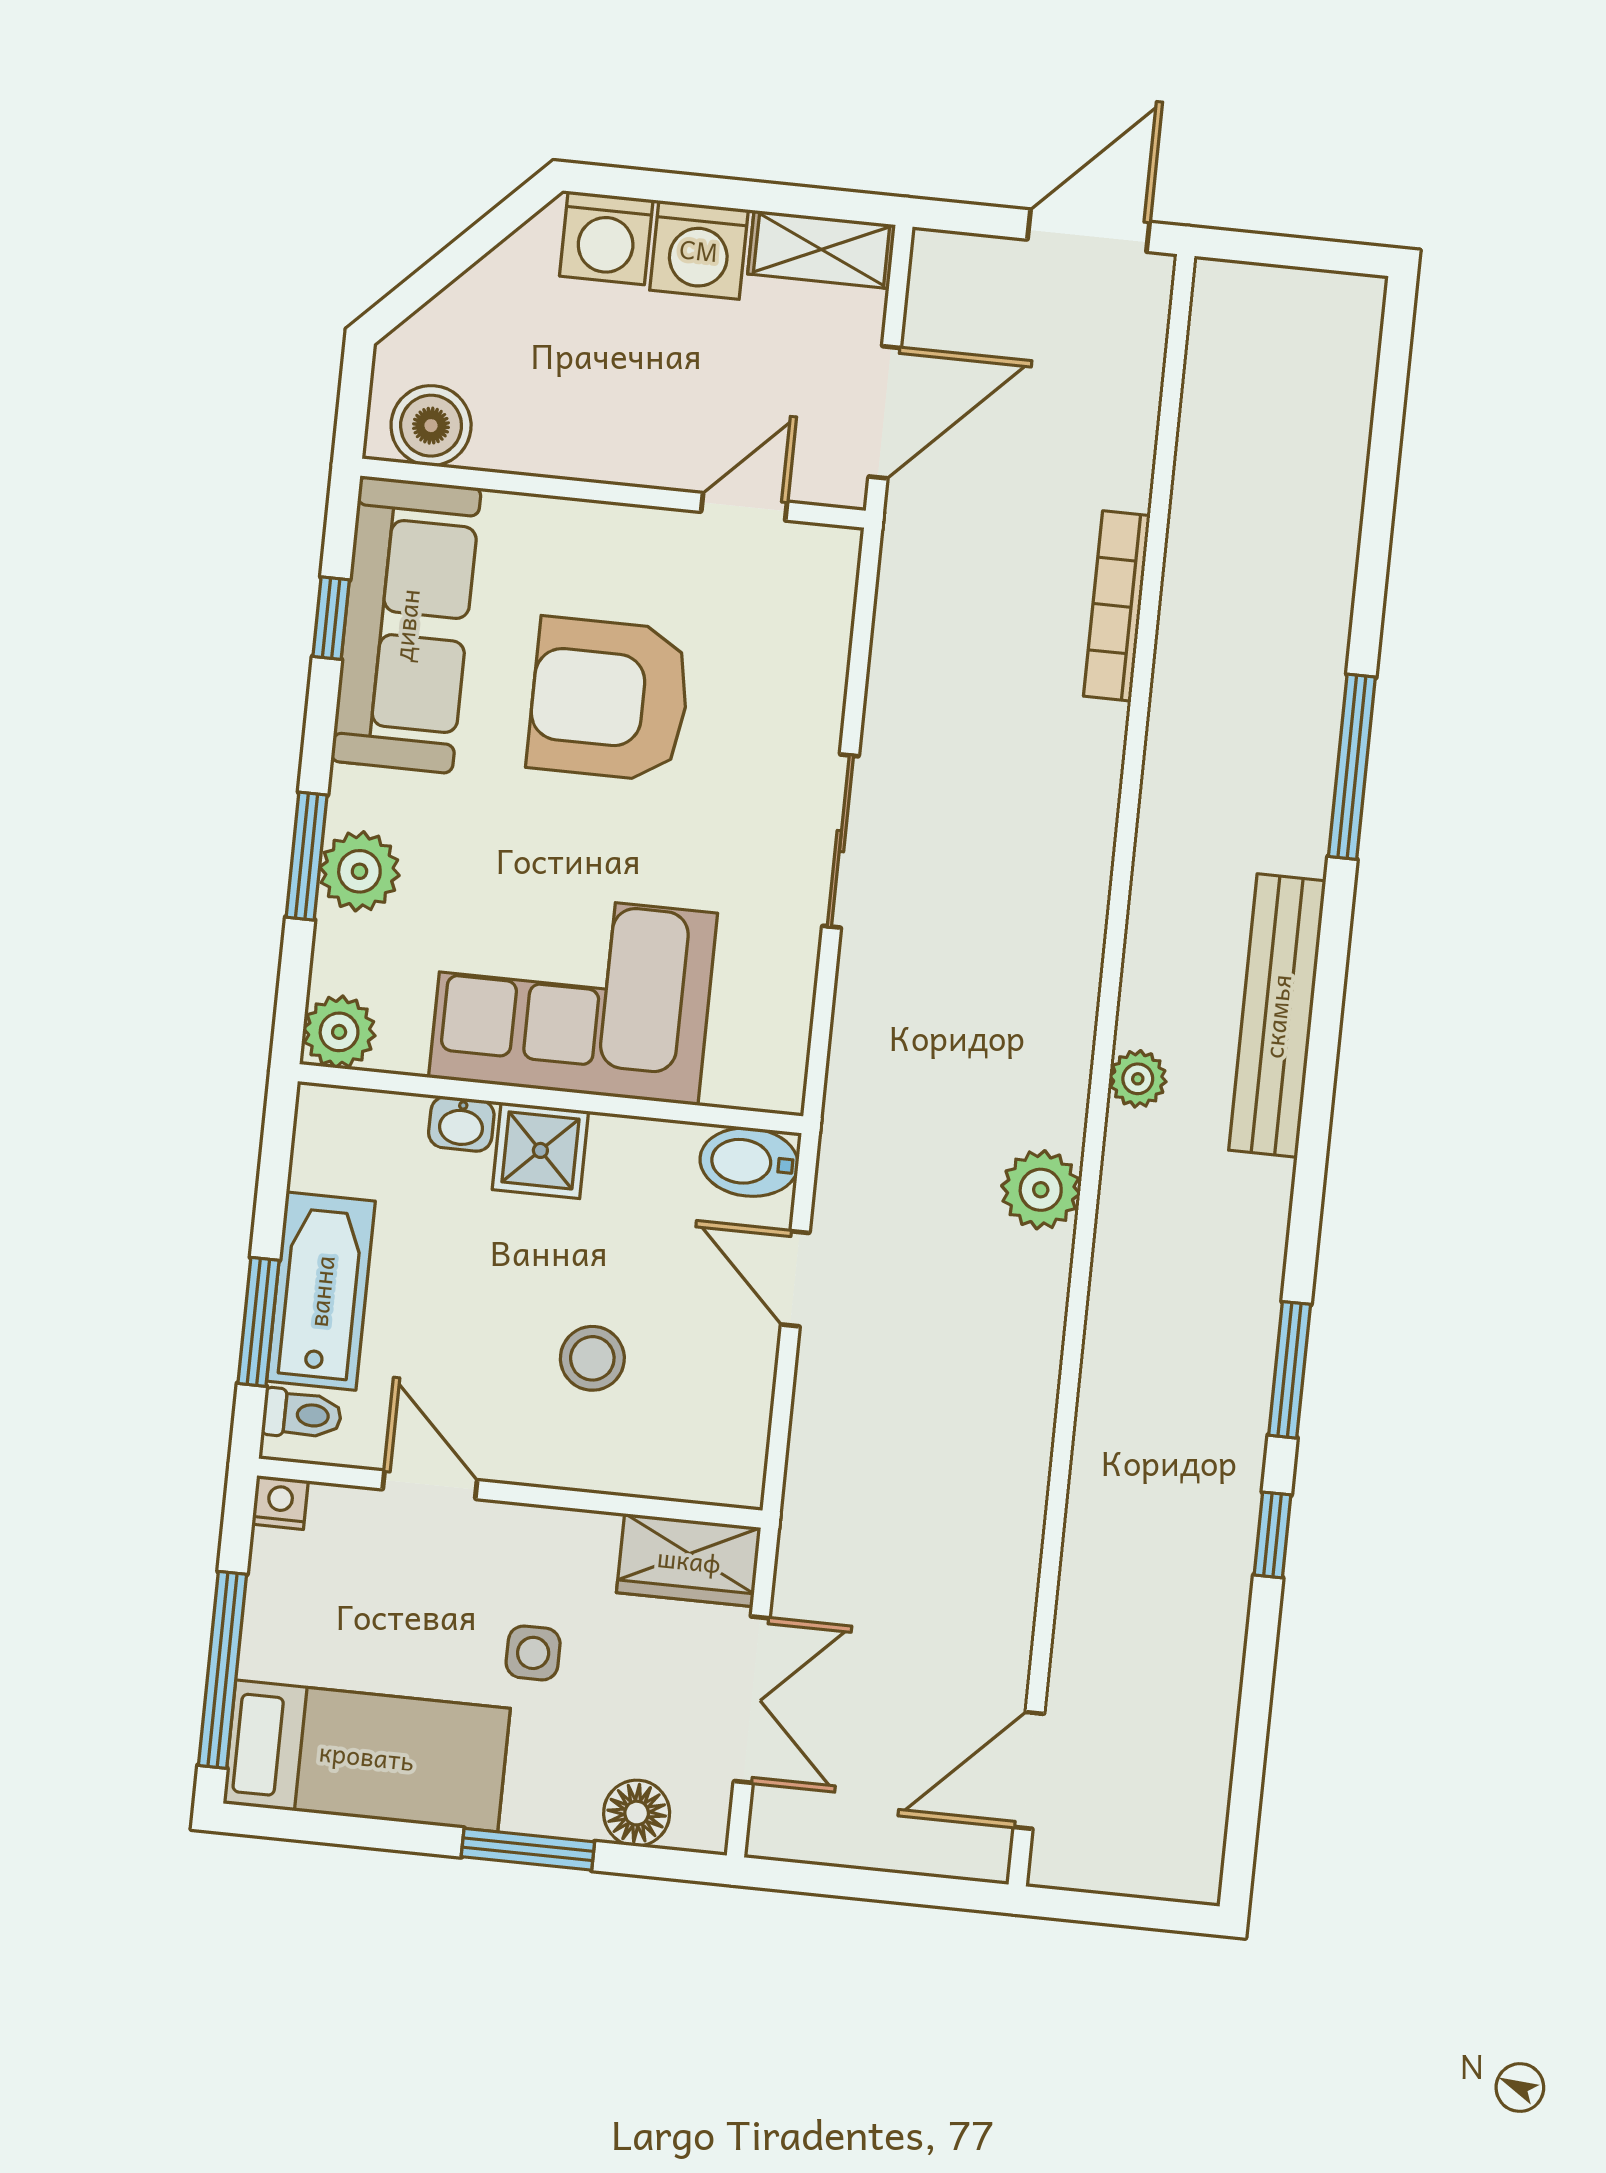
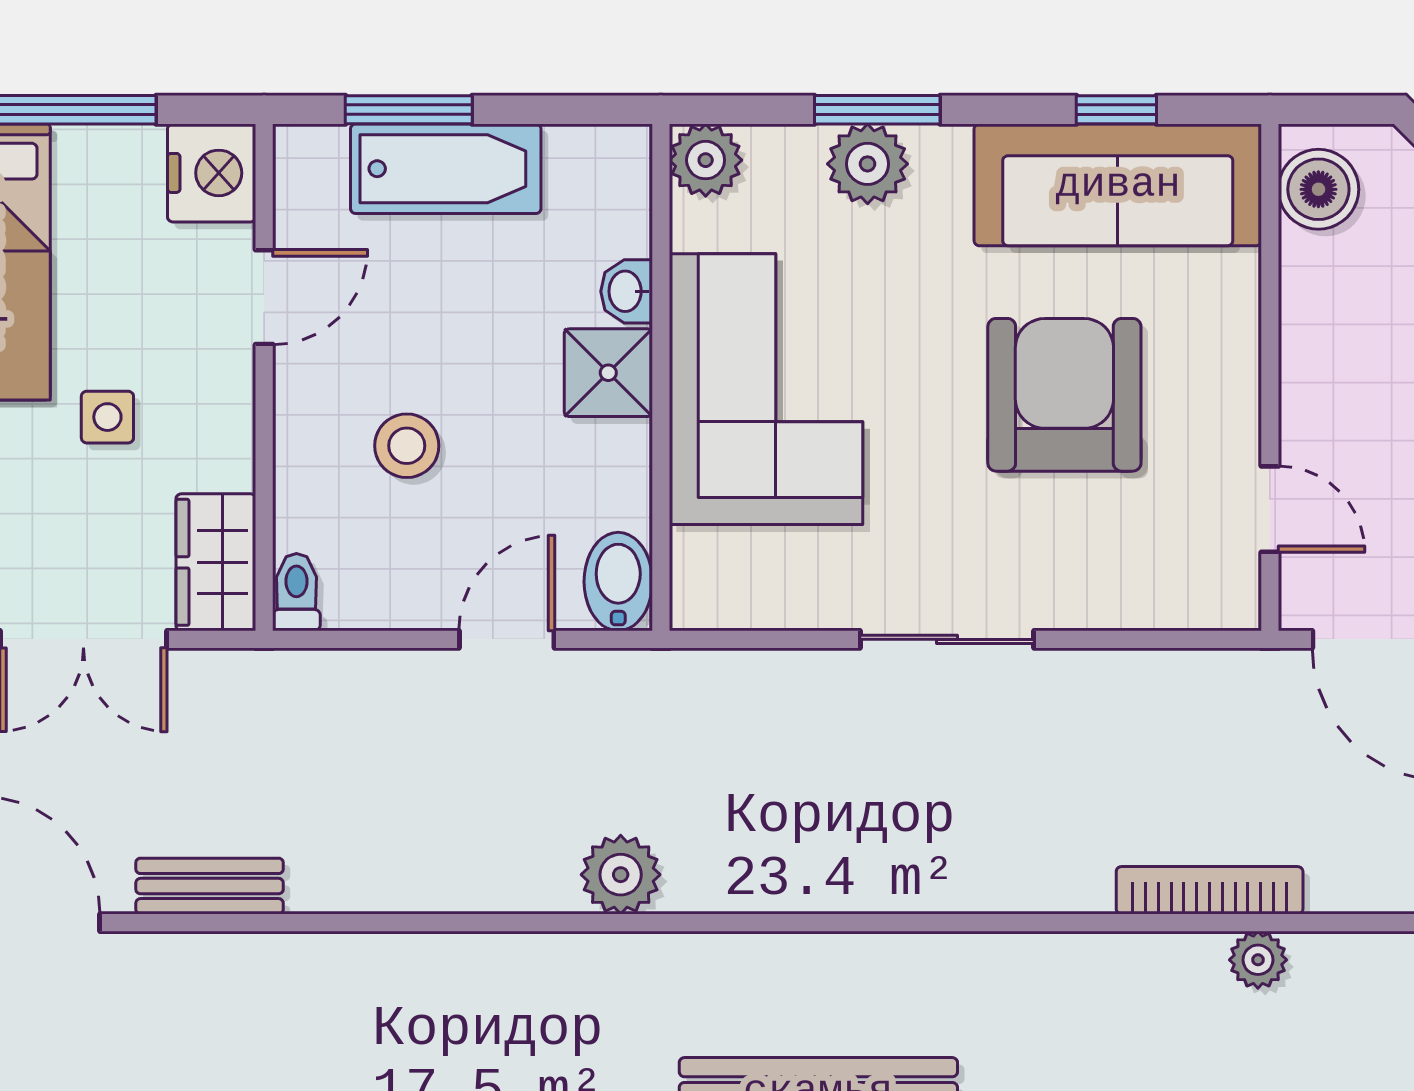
plant: (1138, 1079) -> (1258, 960), moved
toilet: (302, 1414) -> (296, 592), moved, turned 180
nightstand: (280, 1502) -> (212, 173), width x1.89, depth x1.79
bench: (1010, 1600) -> (210, 886), added

